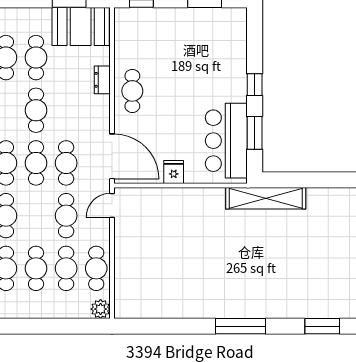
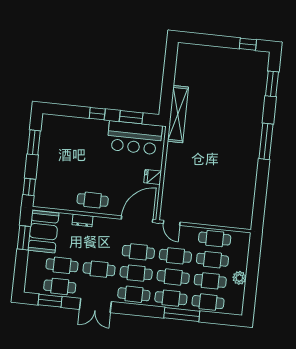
cafe table: (36, 216) -> (173, 277), added
plant: (101, 309) -> (239, 278), moved

